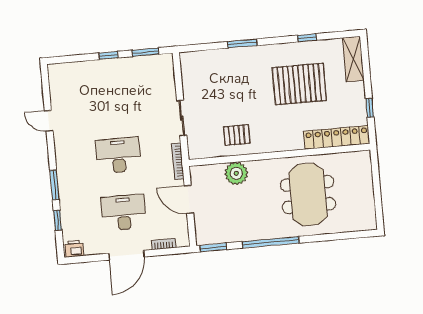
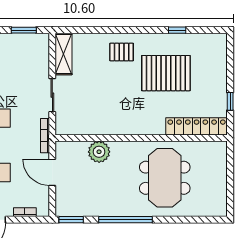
window: (242, 44) -> (116, 30), removed
shelving: (353, 59) -> (64, 54), moved
pallet: (237, 135) -> (122, 52), moved

